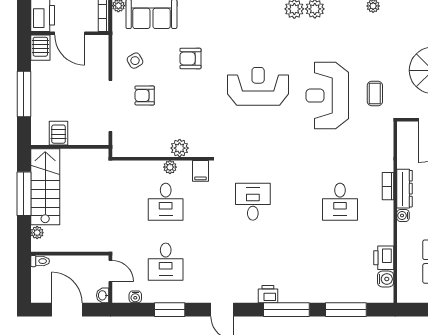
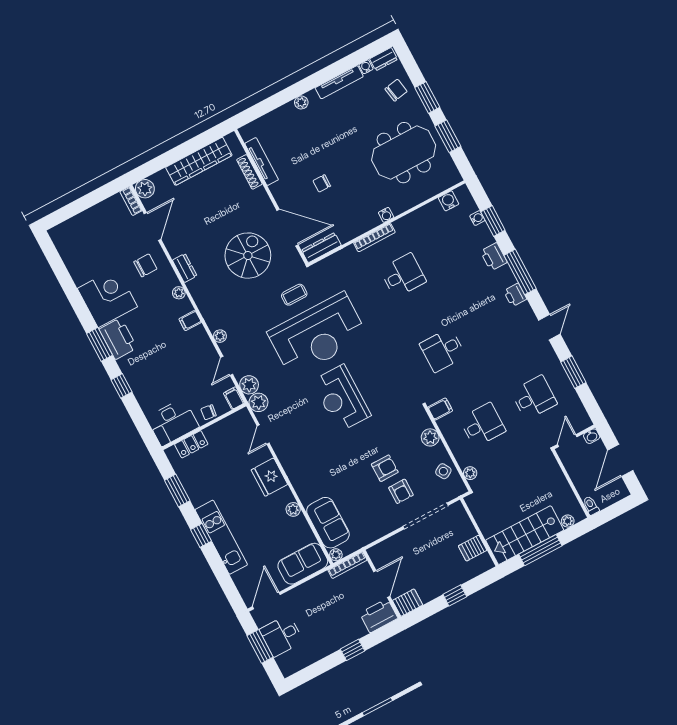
armchair: (190, 58) -> (385, 468), moved, turned -90
side table: (135, 61) -> (443, 471), moved
window: (24, 94) -> (455, 596), width x0.46
reception desk: (327, 96) -> (318, 335), width x1.36, depth x1.30
plant: (170, 167) -> (470, 473), moved
bookcase: (388, 186) -> (374, 238), width x1.56
dresser: (405, 189) -> (321, 248), moved
printer: (384, 258) -> (494, 257), moved, turned 90
water cooler: (135, 297) -> (477, 218), moved
window: (346, 310) -> (493, 221), width x0.69

